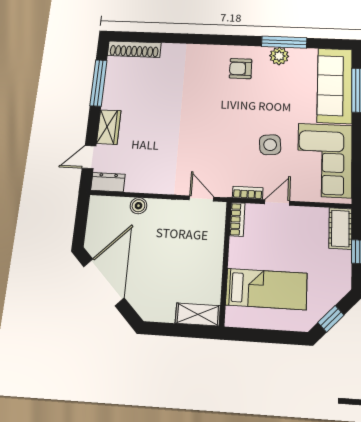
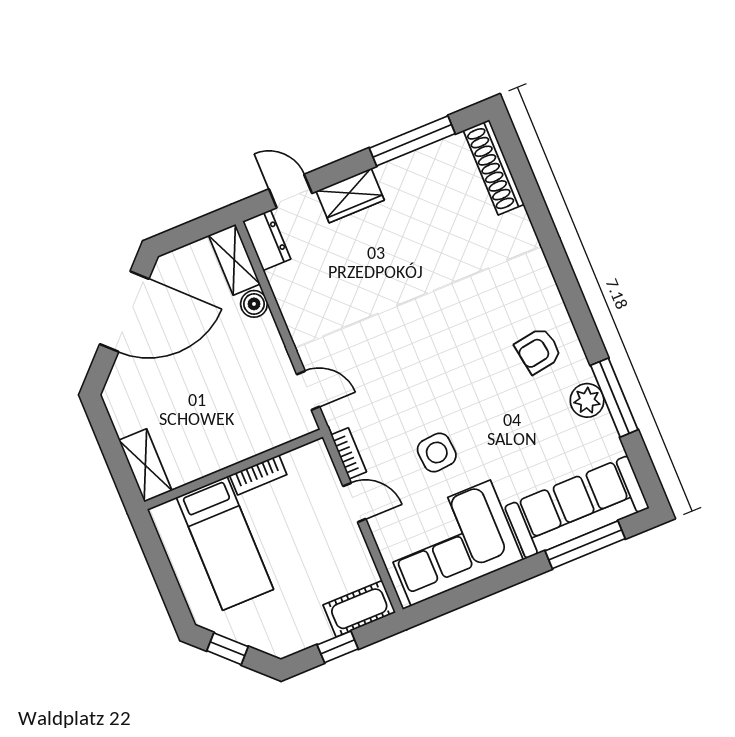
armchair: (241, 69) -> (538, 351), turned -99
door: (201, 198) -> (308, 390), hinge flipped
shelving: (109, 205) -> (234, 260), added
bookcase: (237, 219) -> (258, 475), moved

